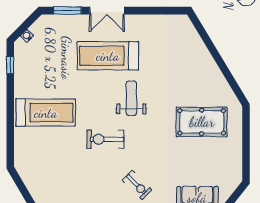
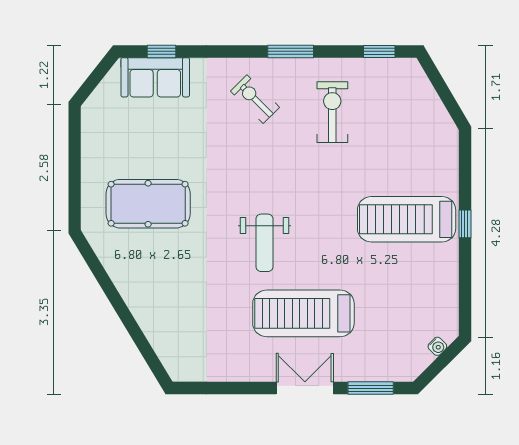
treadmill: (108, 56) -> (303, 313), turned 180
window: (10, 65) -> (465, 224), moved
exercise bike: (105, 139) -> (332, 112), moved, turned -90

